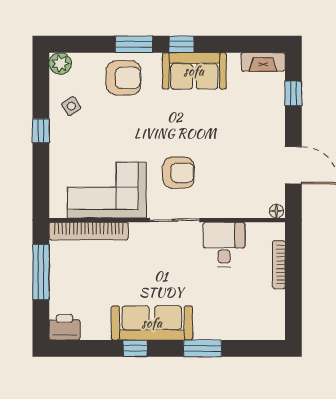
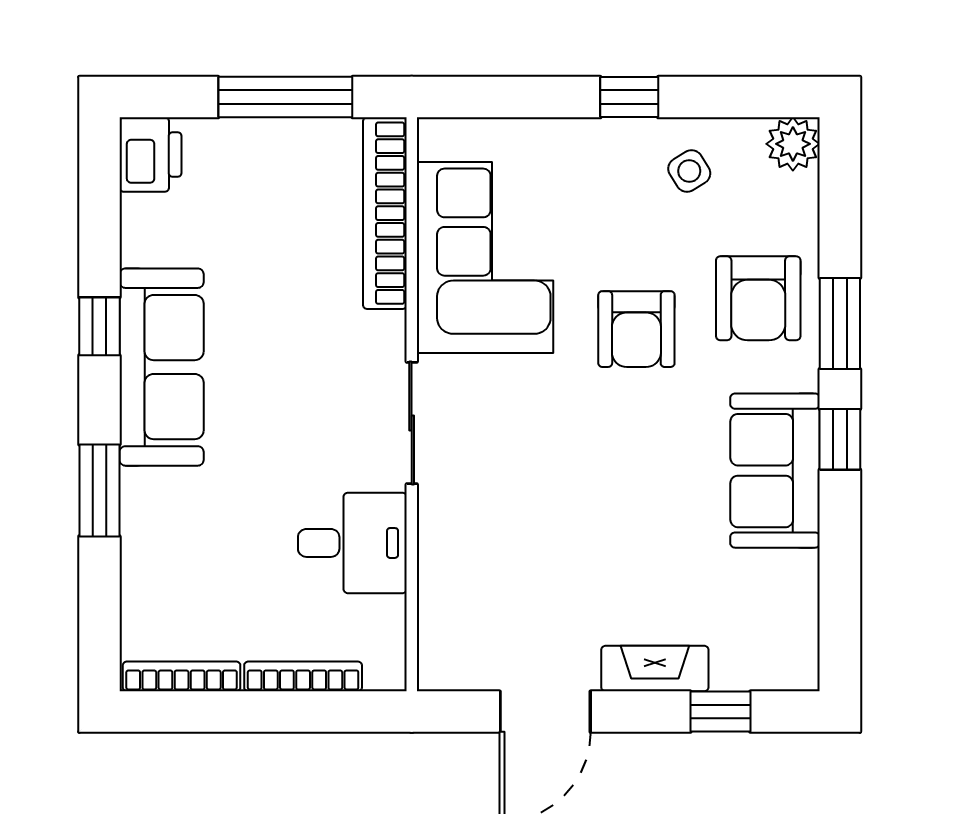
fireplace: (263, 62) -> (655, 669), moved, turned 90
armchair: (178, 173) -> (636, 329), moved
floor lamp: (276, 211) -> (434, 670), removed
bookcase: (279, 315) -> (182, 676), added

